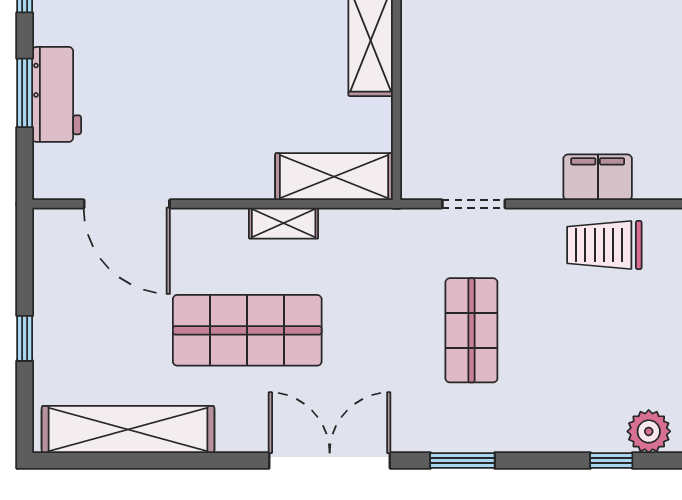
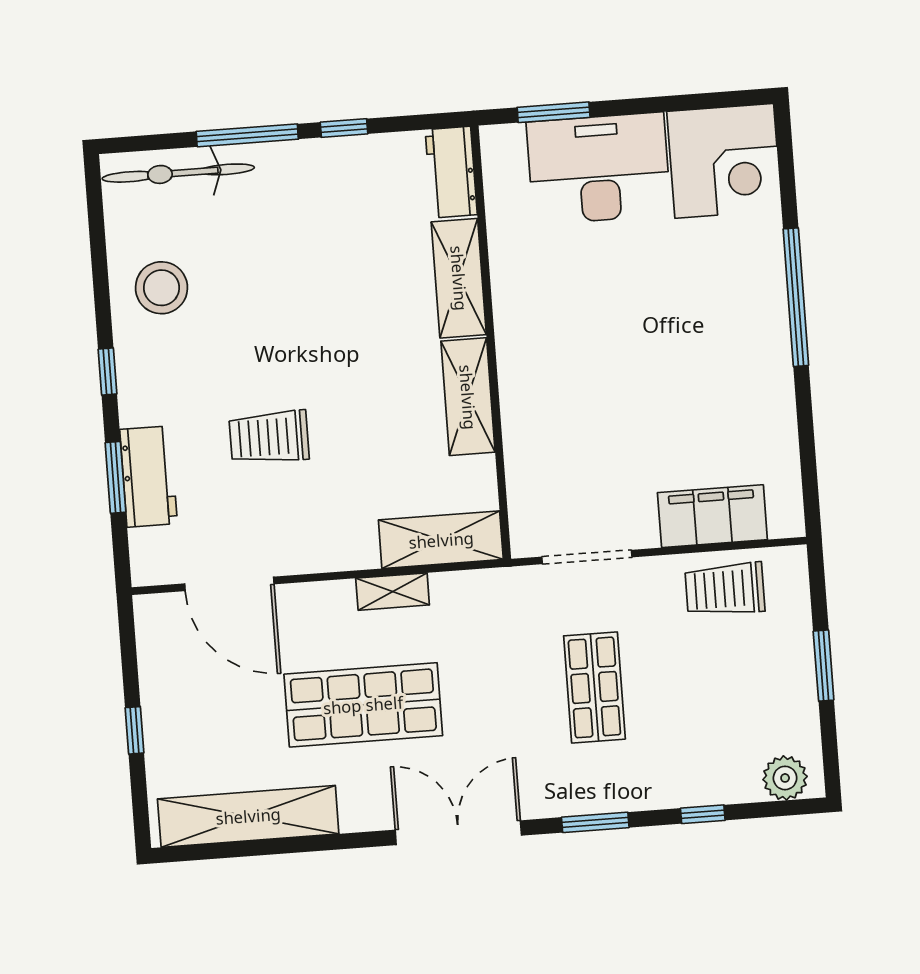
trolley: (176, 65) -> (269, 437), added
filing cabinet: (598, 177) -> (712, 516), width x1.50, depth x1.17
doorway: (474, 204) -> (587, 557), width x1.38
window: (611, 460) -> (703, 814), moved

